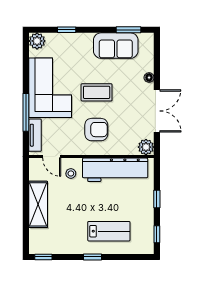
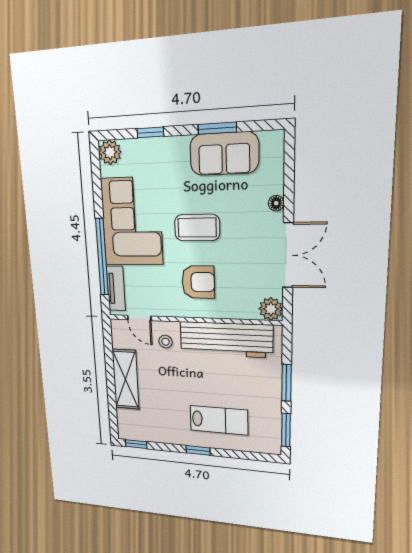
window: (128, 30) -> (217, 128), moved
window: (26, 112) -> (102, 257), width x1.46
window: (157, 199) -> (286, 383), width x1.50
window: (157, 234) -> (286, 430), width x1.50

